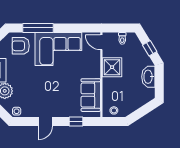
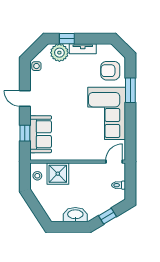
window: (38, 28) -> (130, 90), width x0.69
armchair: (21, 46) -> (110, 71), turned -90
shower: (112, 67) -> (58, 174), moved
sofa: (91, 95) -> (41, 134), moved, turned 90

